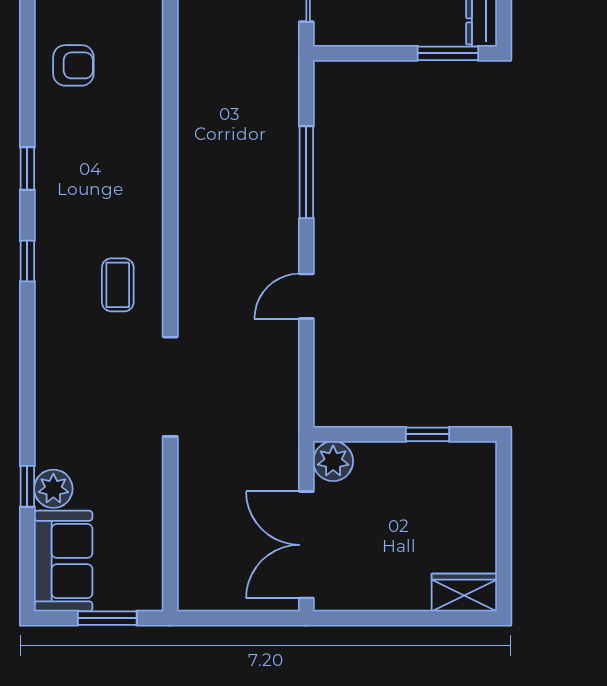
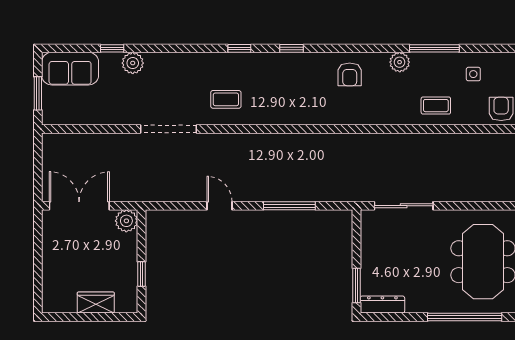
plant: (53, 489) -> (133, 63), moved
wardrobe: (464, 592) -> (96, 303), moved, turned -90

